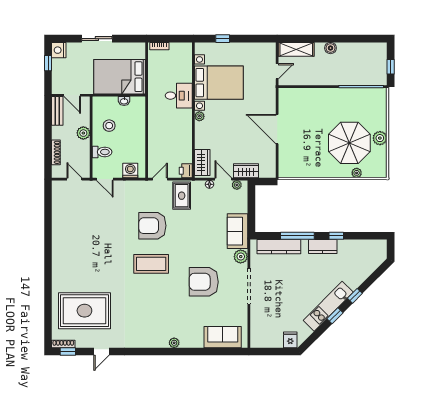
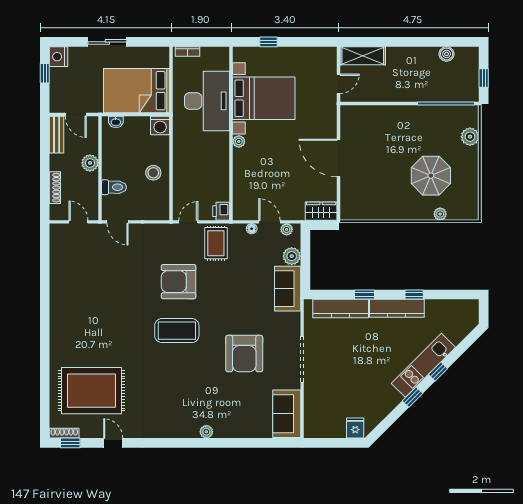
boiler: (330, 48) -> (447, 54), moved
desk: (179, 96) -> (207, 101), width x1.87, depth x1.30
washbasin: (124, 101) -> (116, 122), moved
stool: (109, 126) -> (153, 173), moved
plant: (380, 138) -> (470, 137), moved
parasol: (349, 143) -> (431, 176), width x0.73, depth x0.73
wardrobe: (202, 163) -> (242, 201), removed
washing machine: (130, 170) -> (160, 126), moved, turned 180
wardrobe: (246, 171) -> (321, 211), moved
window: (297, 236) -> (364, 295), width x0.46
kitchen counter: (323, 246) -> (397, 308), width x1.50
plant: (241, 257) -> (292, 256), moved
armchair: (204, 282) -> (244, 354), turned -90
kitchen unit: (328, 306) -> (423, 365), moved
sofa: (223, 337) -> (287, 414), moved, turned -90
door: (101, 352) -> (113, 443), swing flipped

